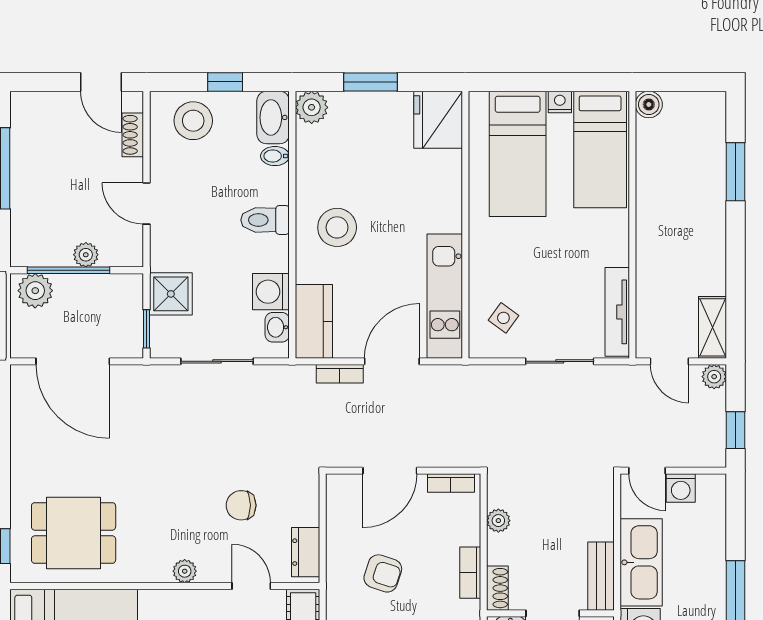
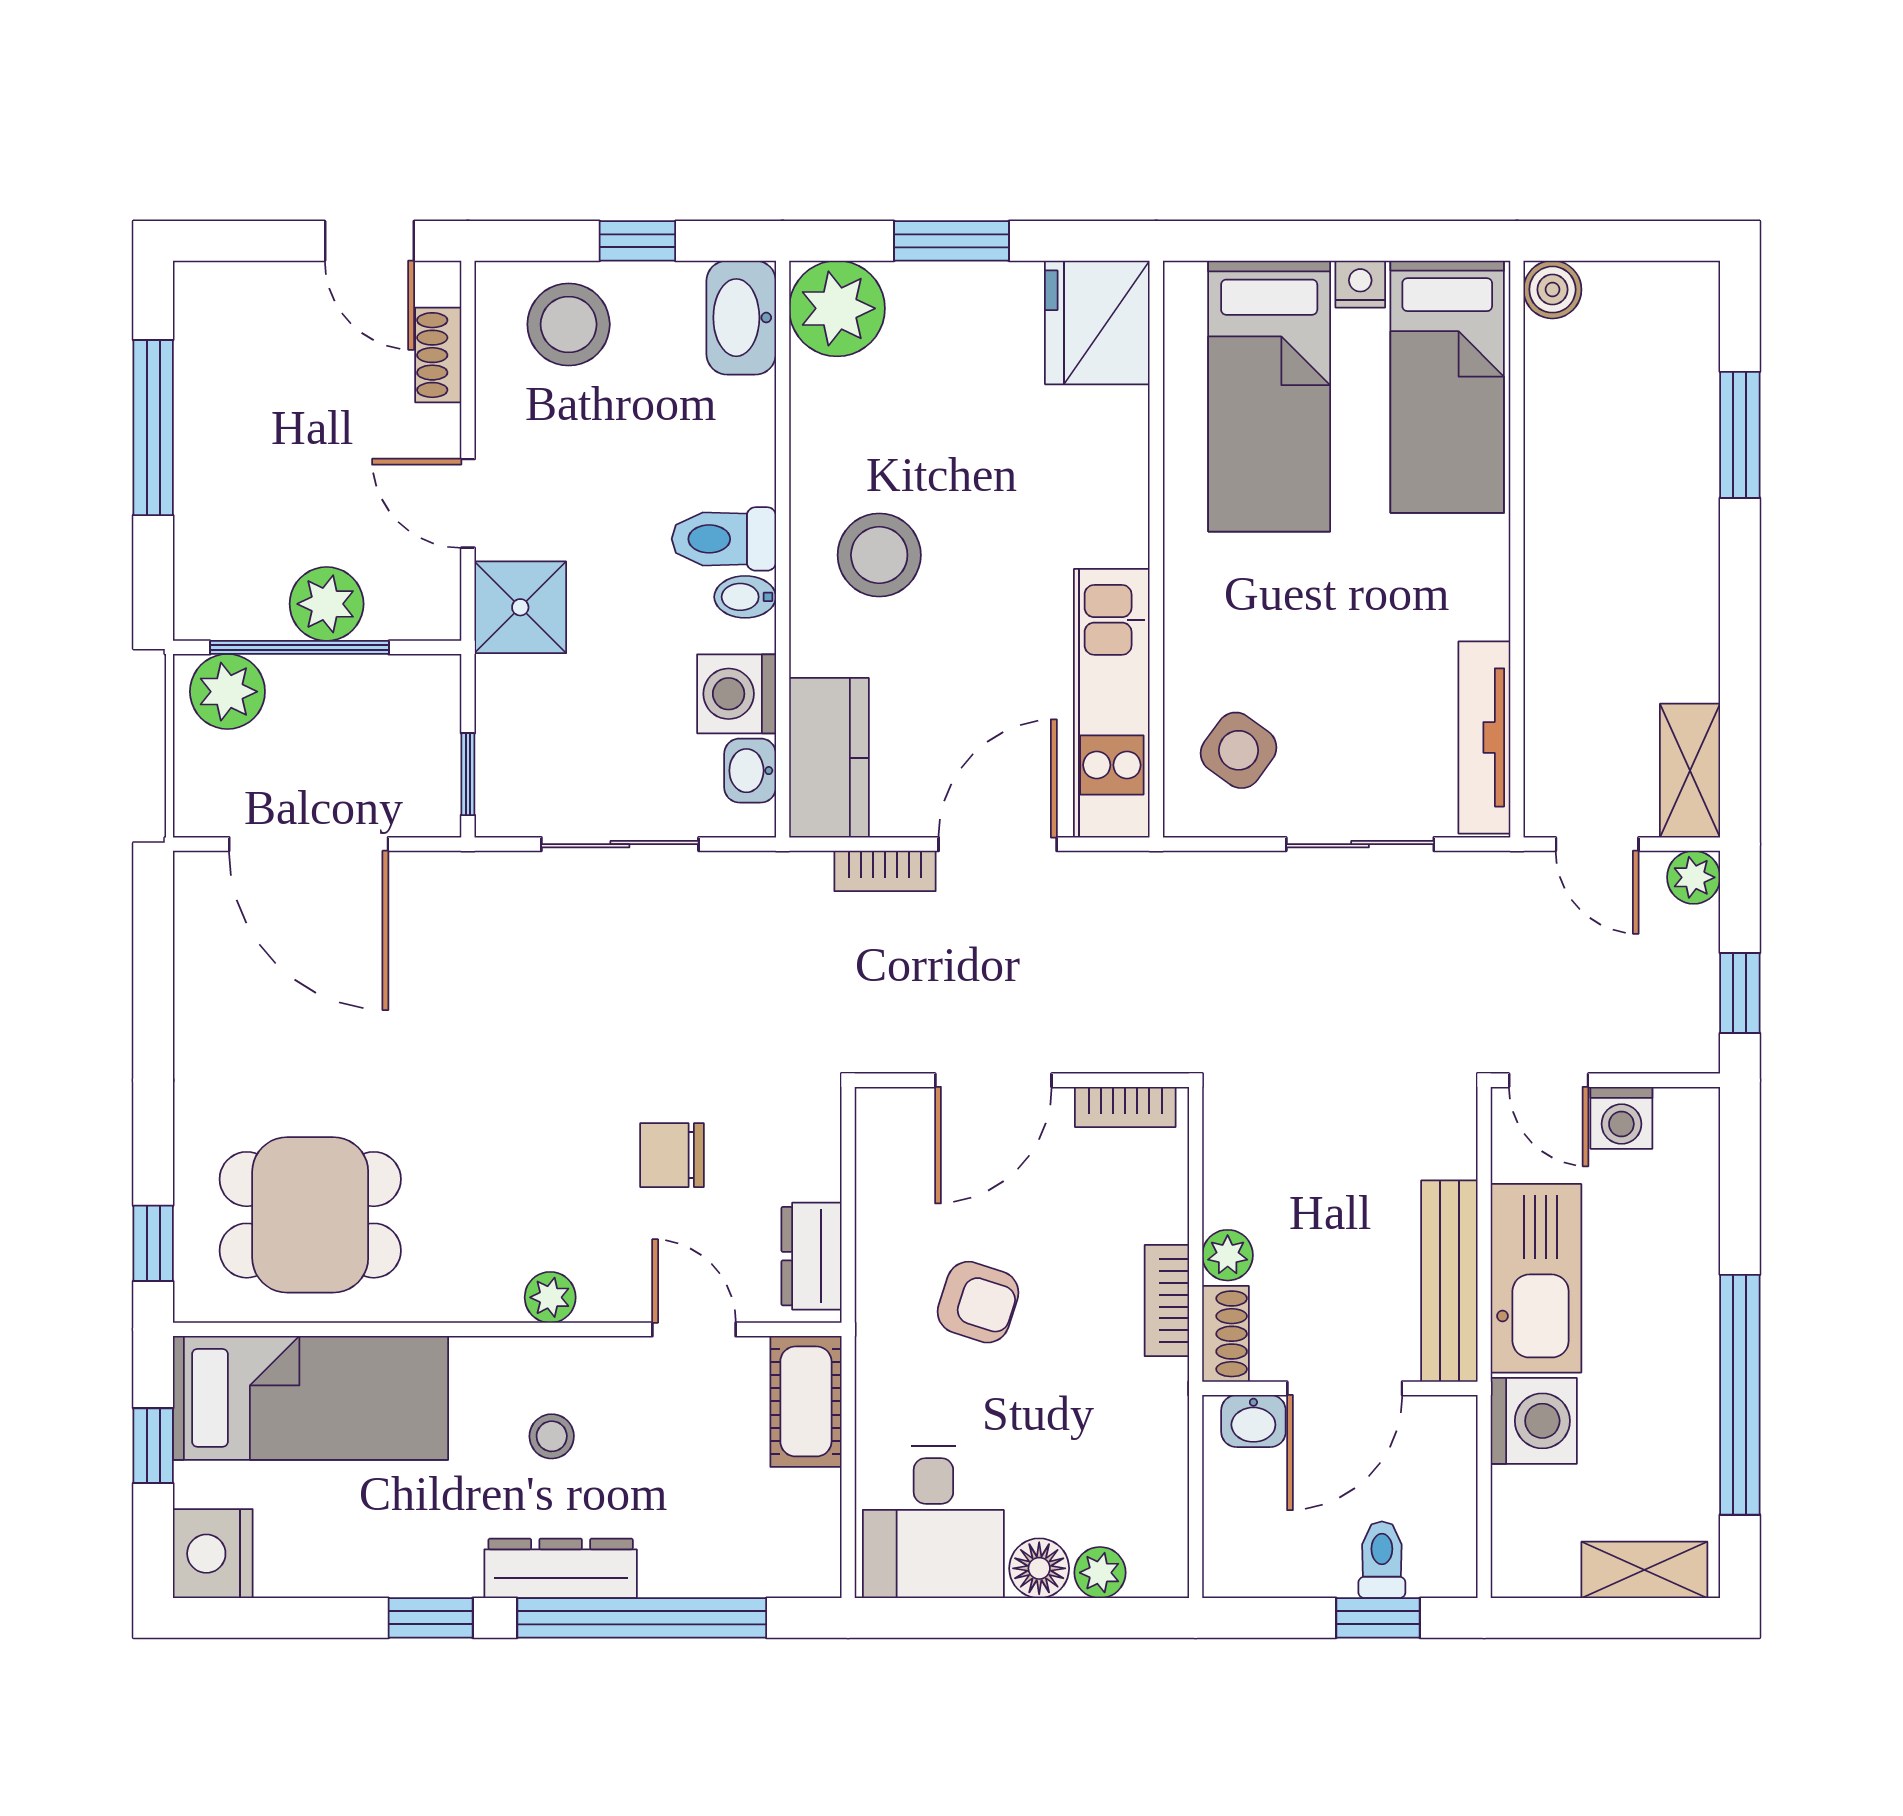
plant: (312, 107) -> (837, 308), width x1.36, depth x1.36
bidet: (275, 156) -> (745, 597), moved
plant: (86, 255) -> (327, 604), width x1.38, depth x1.38
shower: (171, 294) -> (520, 607), moved
side table: (503, 318) -> (1239, 750), width x1.37, depth x1.37
plant: (498, 521) -> (1228, 1255), moved
bench: (601, 576) -> (1449, 1281), width x1.36

